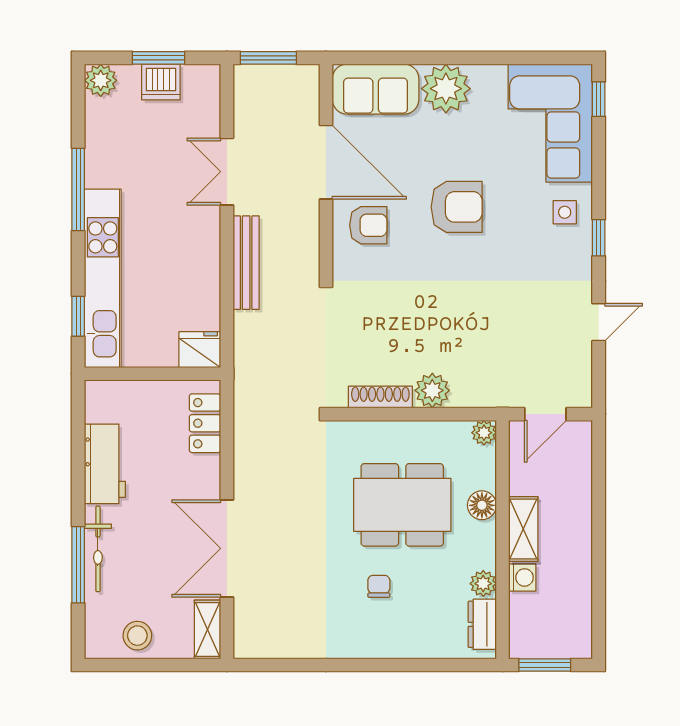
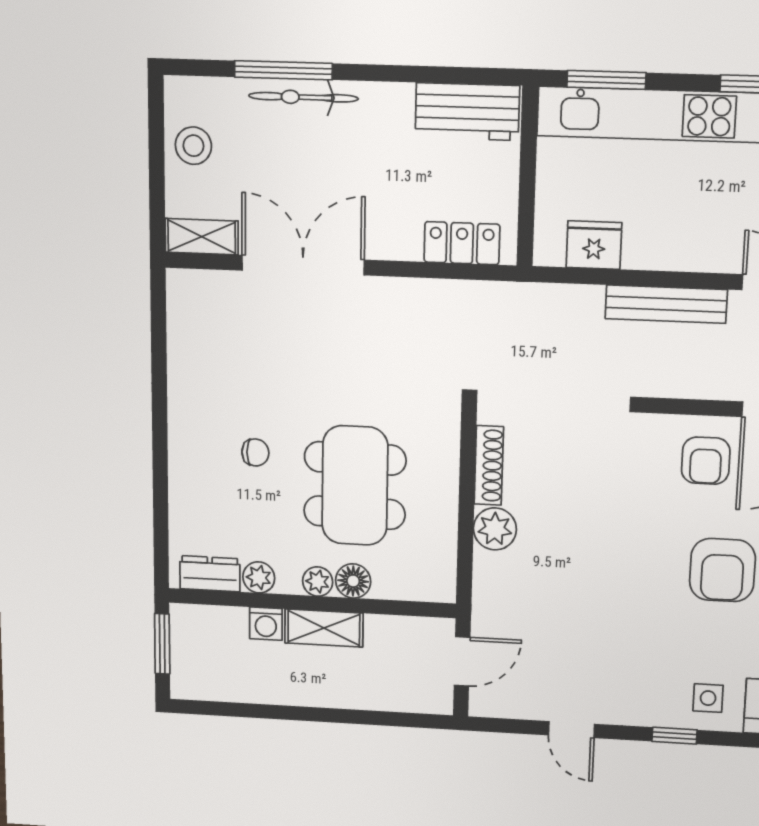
window: (78, 316) -> (606, 80), width x1.50
fridge: (200, 350) -> (594, 245), moved, turned -90
door: (545, 414) -> (462, 661), swing flipped
plant: (484, 433) -> (318, 581), moved
workbench: (105, 464) -> (467, 112), moved

